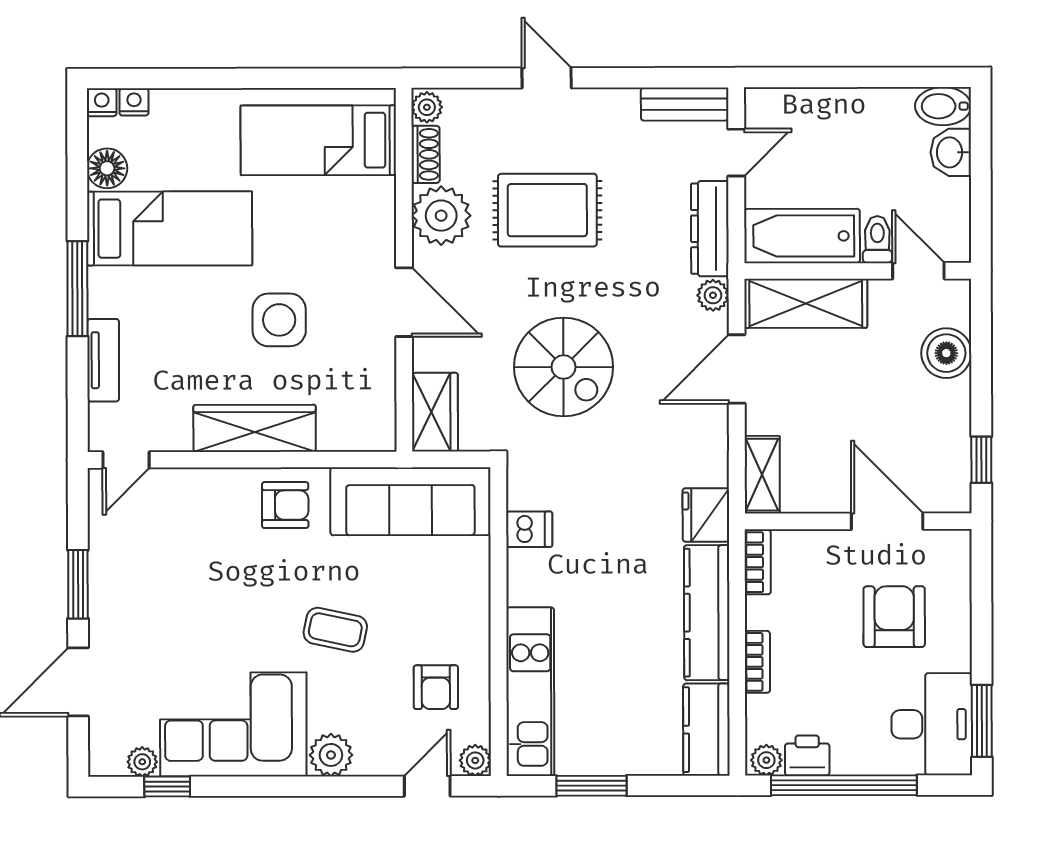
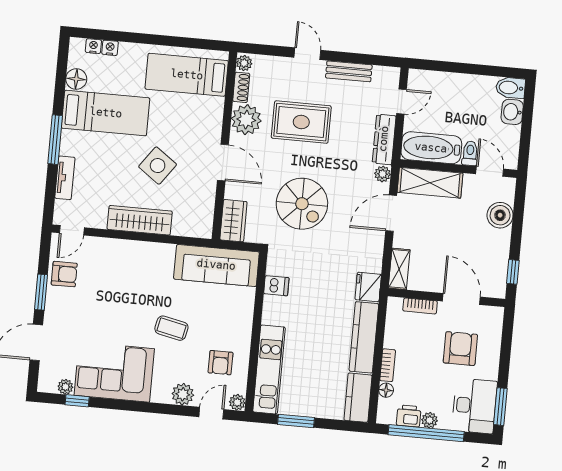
nightstand: (102, 102) -> (110, 48), moved
bench: (685, 104) -> (349, 71), moved
side table: (279, 320) -> (158, 166), turned 36
armchair: (285, 505) -> (64, 274), moved
bookcase: (758, 562) -> (420, 306), moved, turned 90
floor lamp: (759, 710) -> (386, 390), added
plant: (331, 755) -> (183, 394), moved
plant: (766, 760) -> (430, 420), moved

